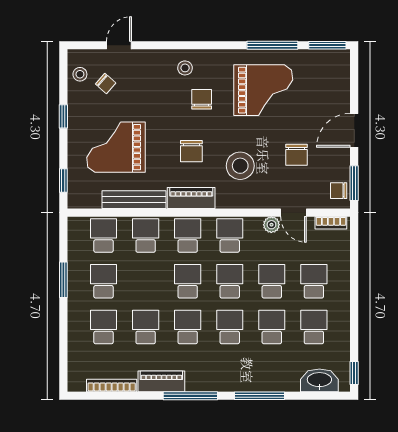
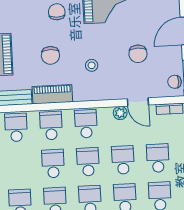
stool: (240, 166) -> (92, 65), width x0.53, depth x0.53

